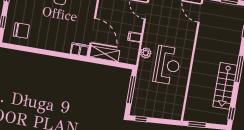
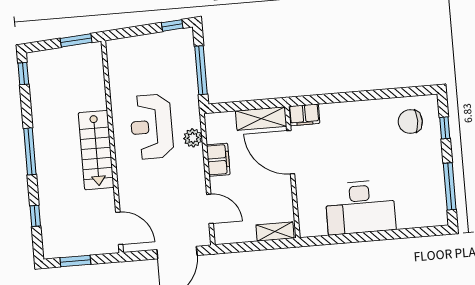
filing cabinet: (135, 37) -> (218, 160), width x2.00
stairs: (225, 86) -> (96, 150), moved, turned 180

